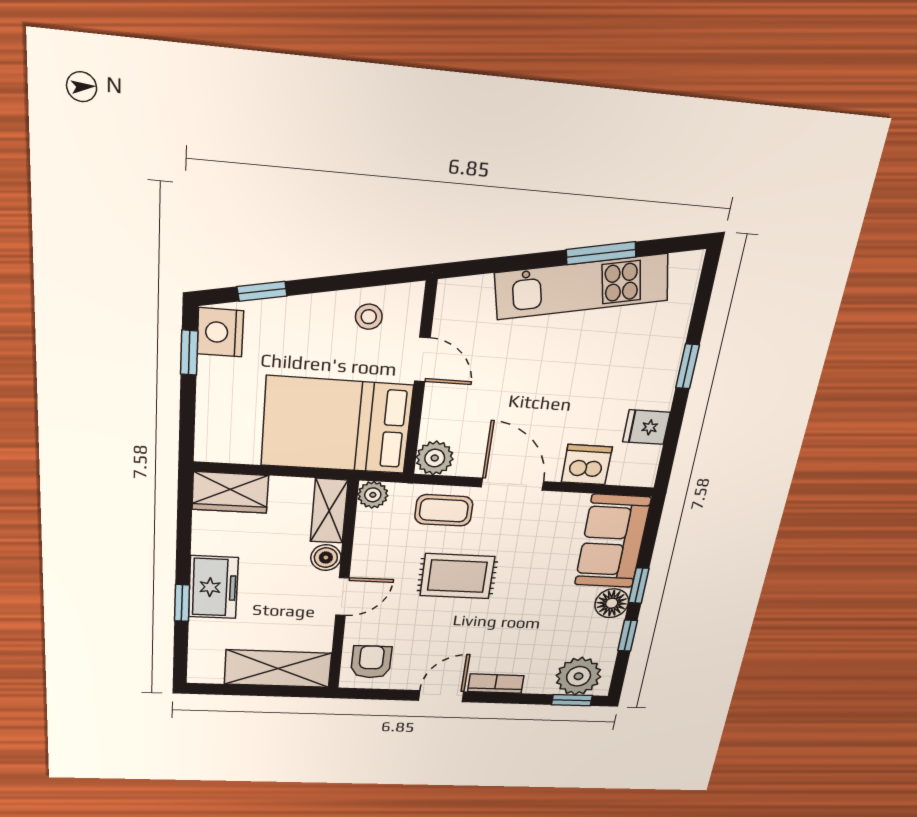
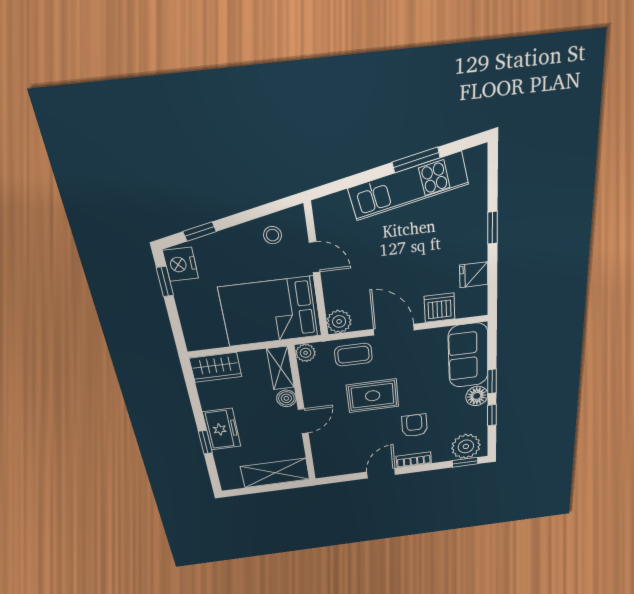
armchair: (371, 662) -> (414, 425), moved

